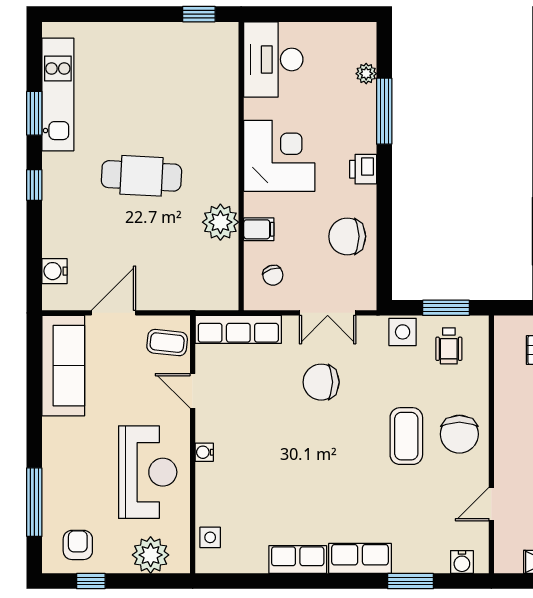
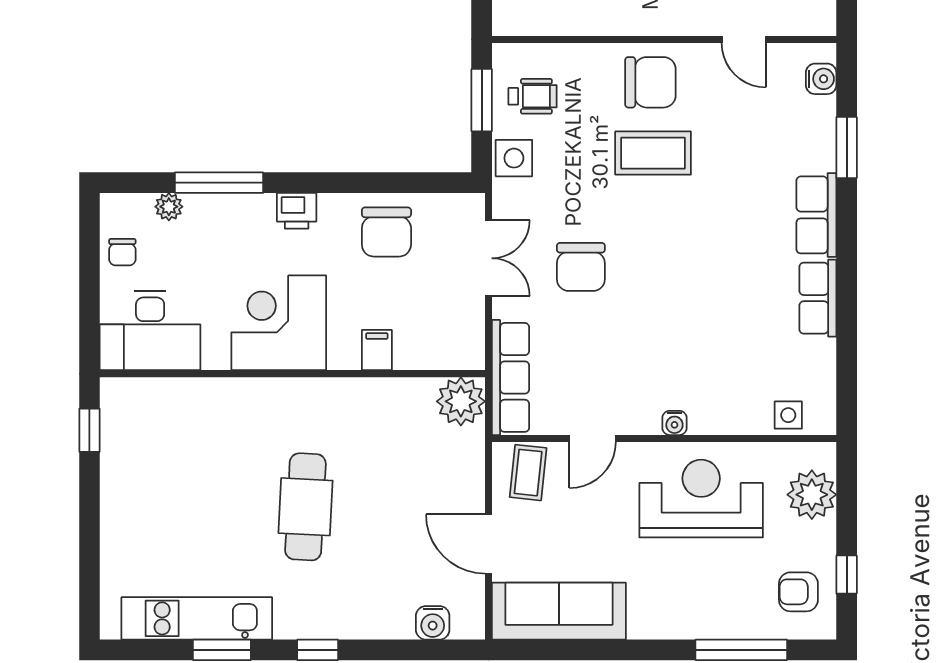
plant: (220, 222) -> (461, 401), moved
chair: (273, 275) -> (122, 252), moved, turned 109

